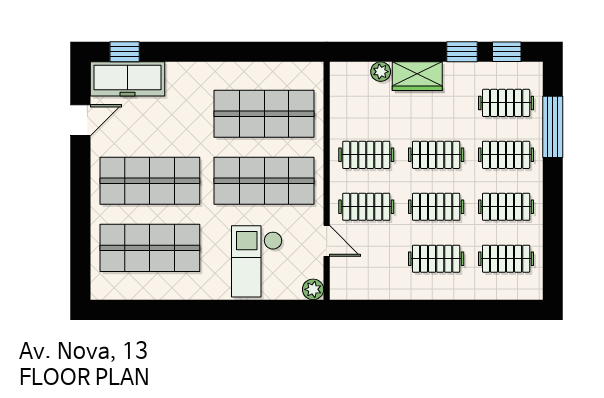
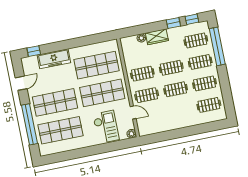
freezer: (128, 79) -> (54, 59), moved
window: (553, 127) -> (217, 46), width x1.46
window: (80, 220) -> (29, 124), added
clothes rail: (436, 259) -> (180, 111), removed
checkout: (257, 261) -> (106, 127), turned 180

